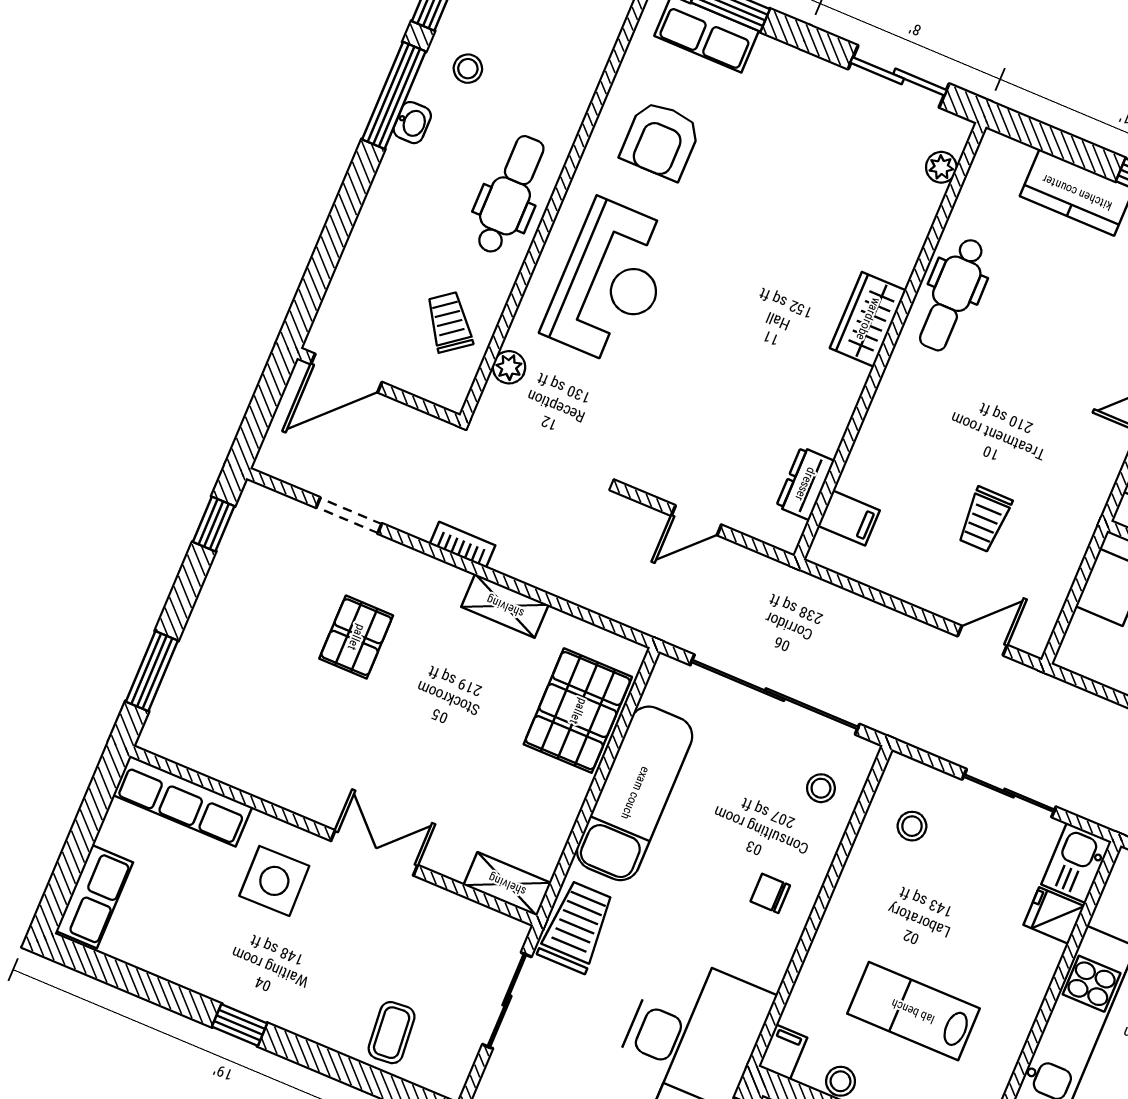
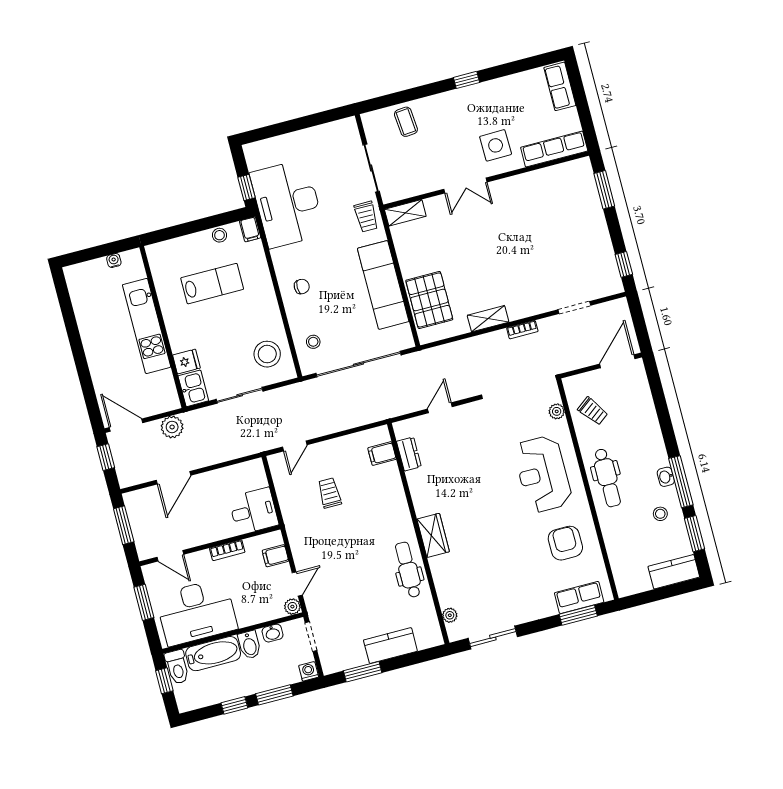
pallet: (356, 637) -> (536, 263), removed
stool: (912, 826) -> (267, 354), width x1.89, depth x1.89
trolley: (576, 927) -> (366, 217), width x0.73, depth x0.72

